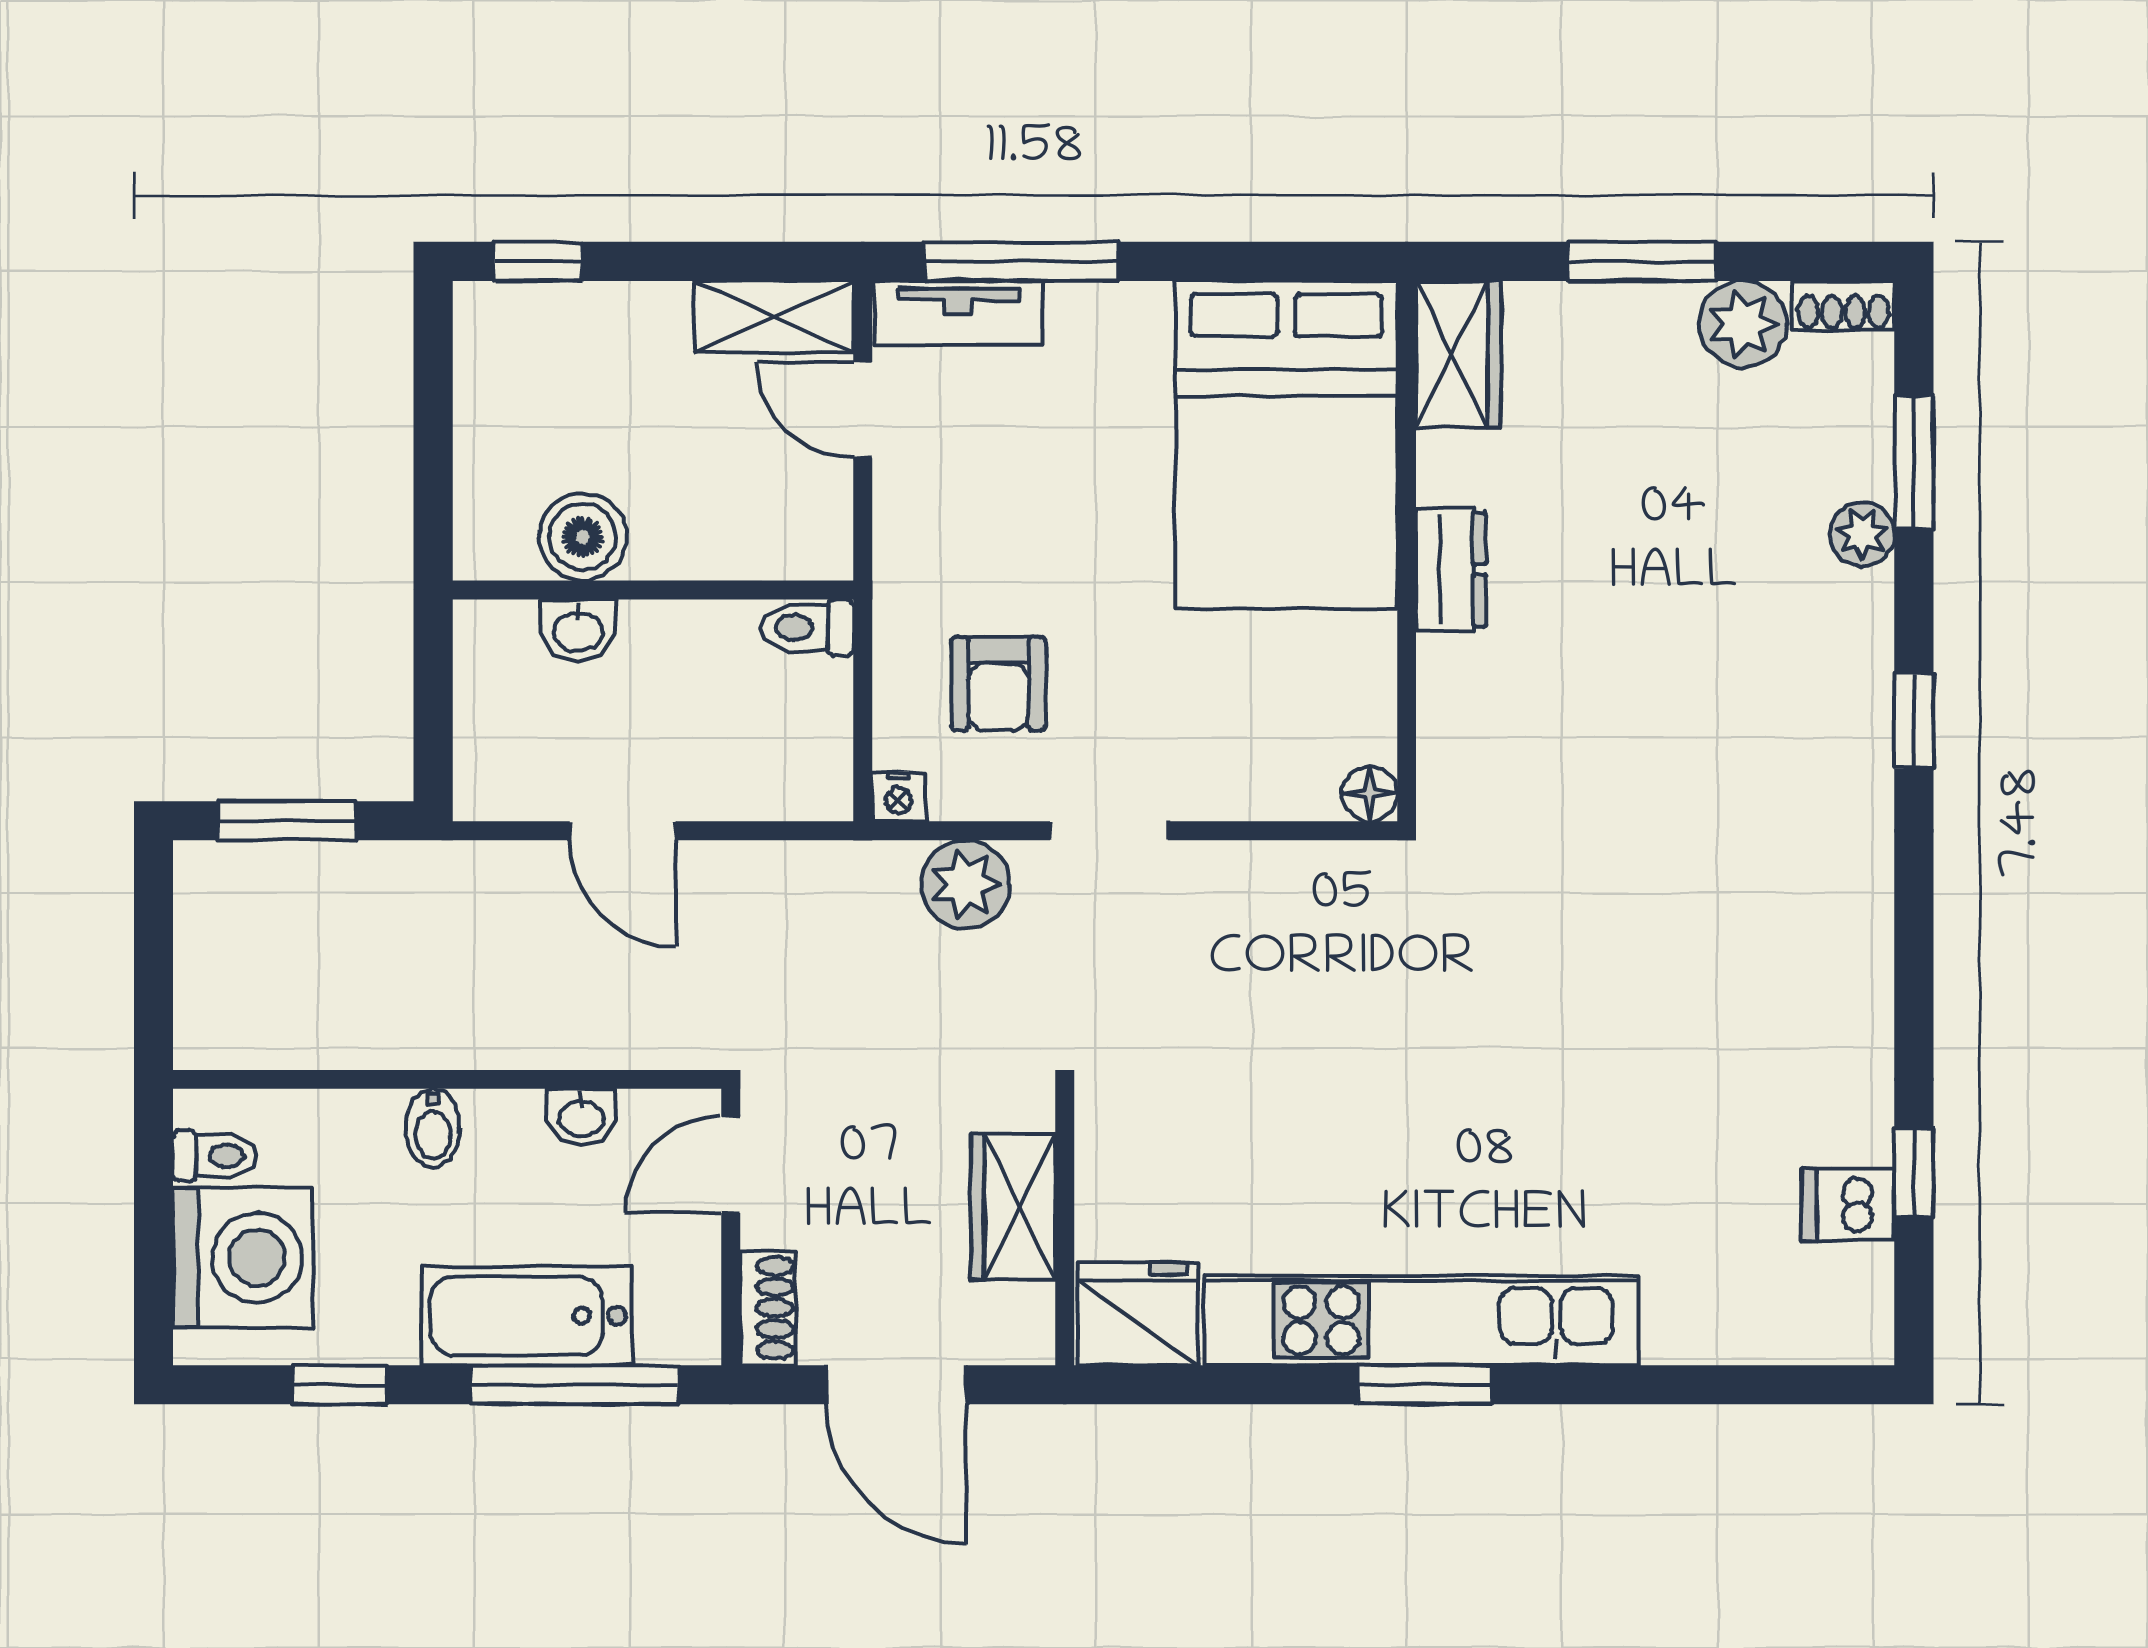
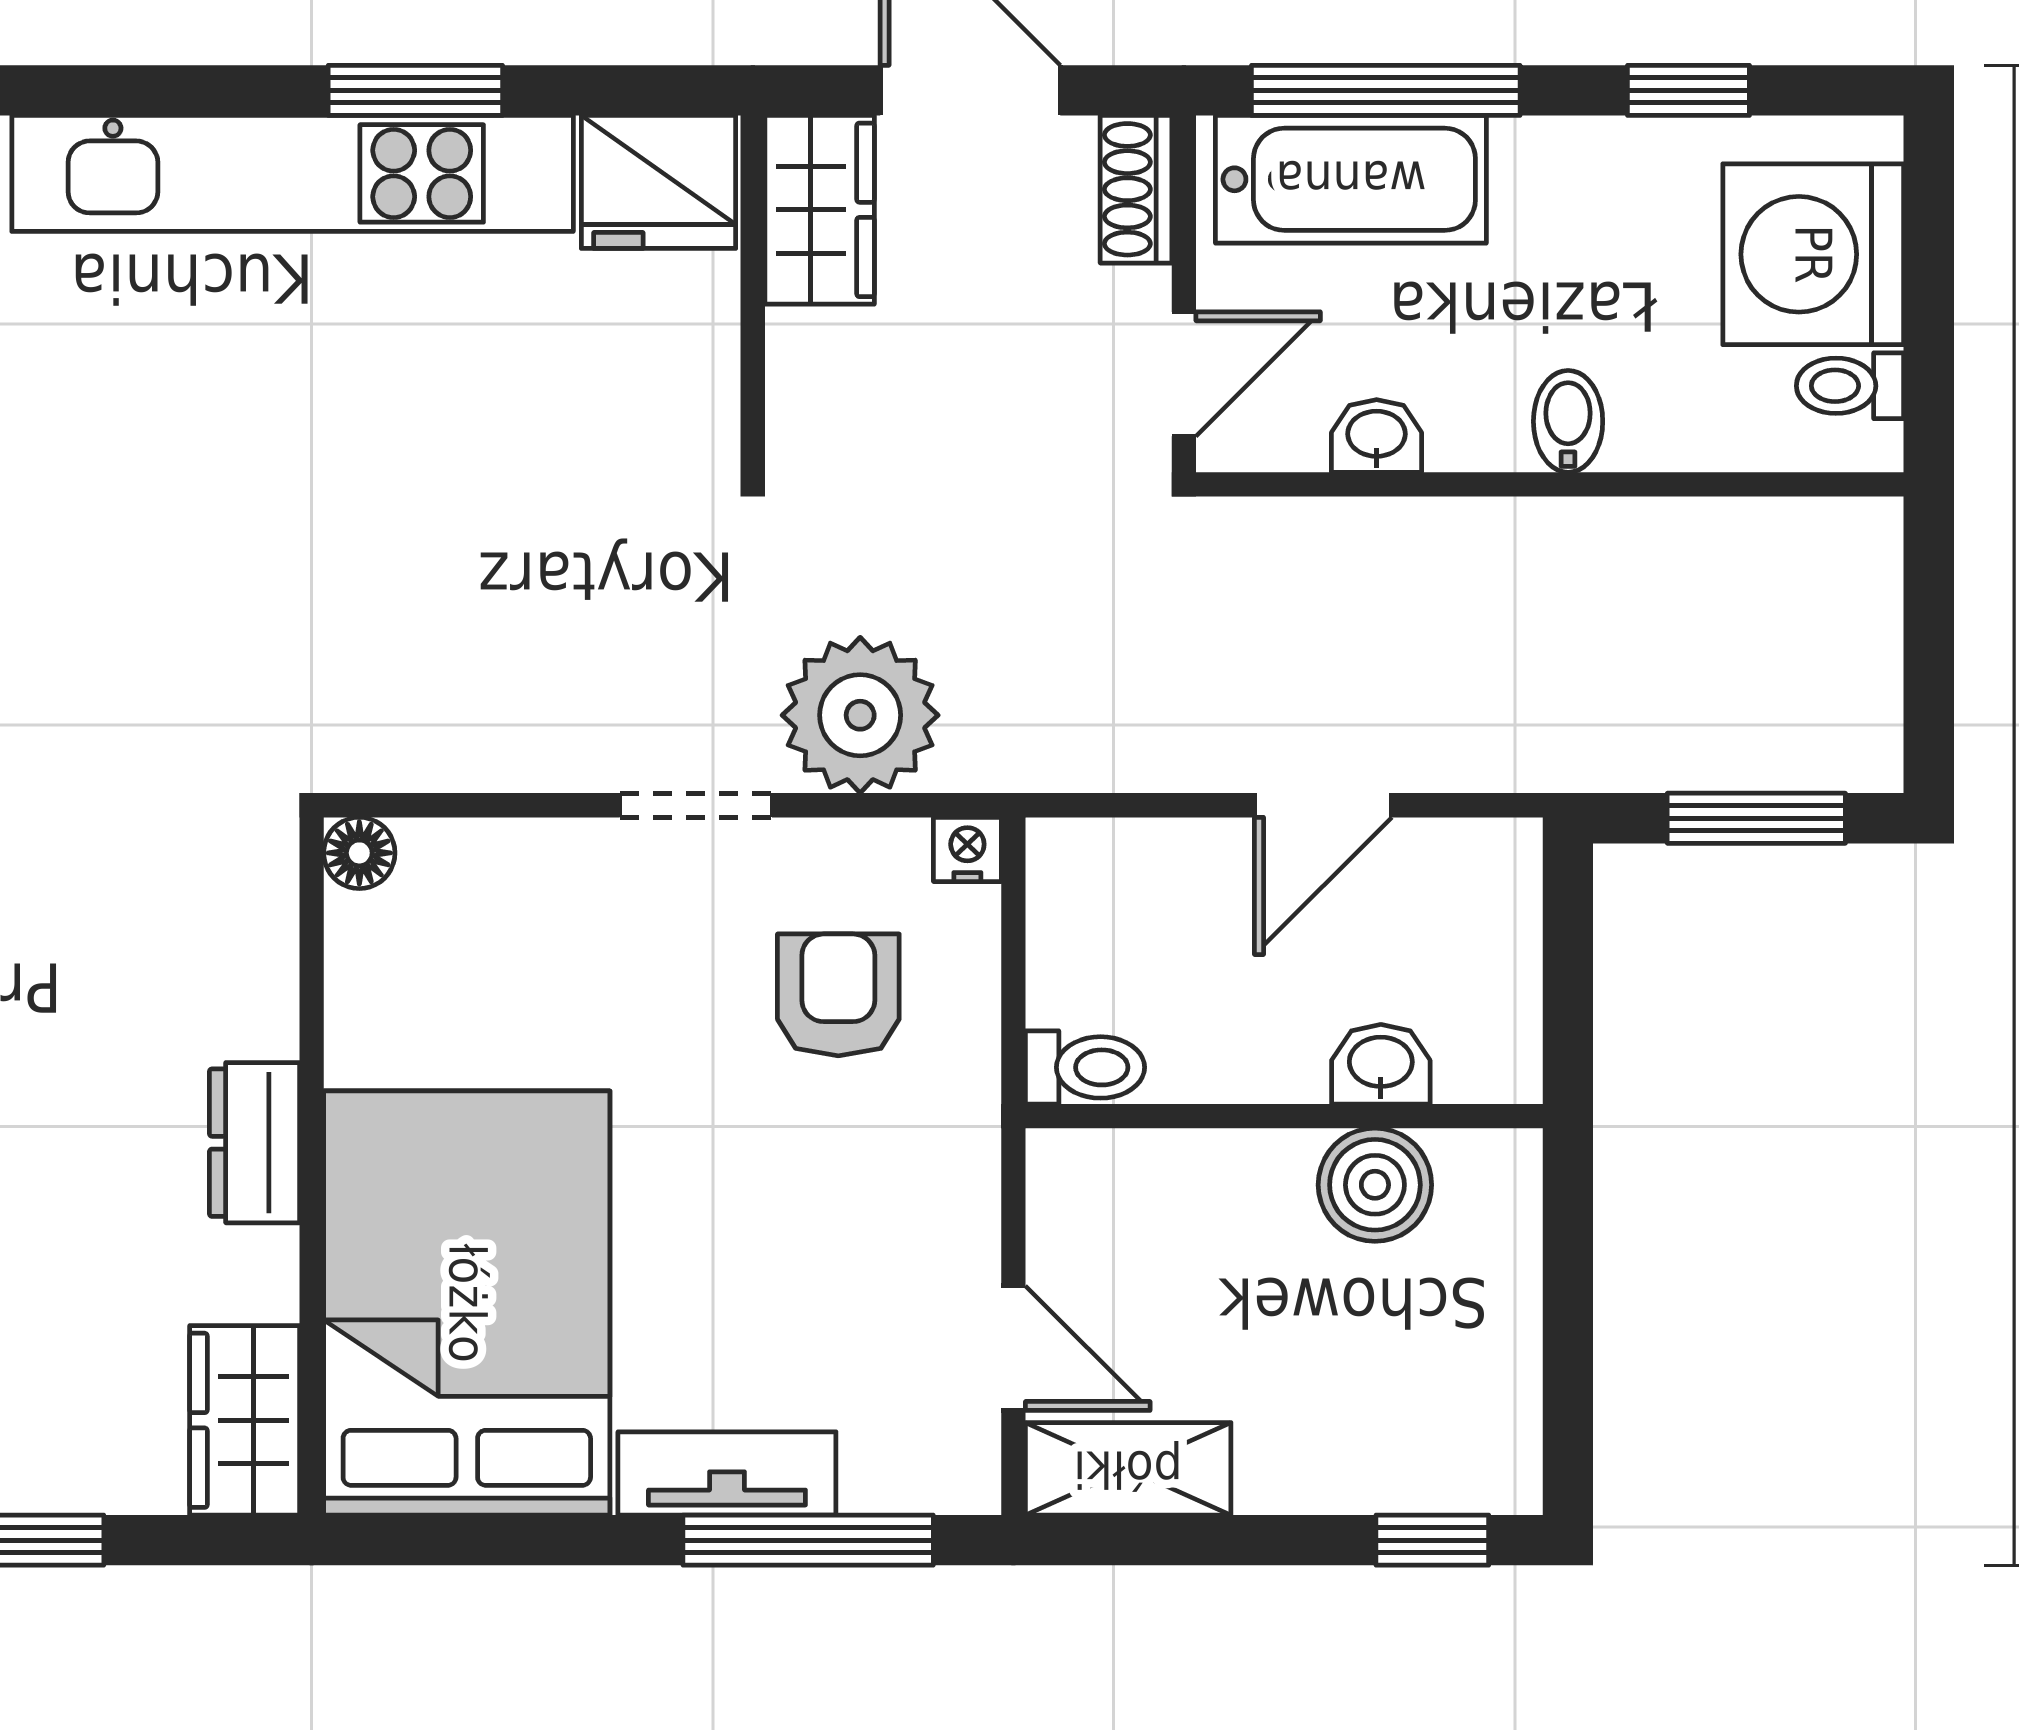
tv unit: (959, 313) -> (727, 1473), moved
door: (623, 831) -> (1323, 805), swing flipped
plant: (965, 884) -> (860, 715), width x1.36, depth x1.36
wardrobe: (1013, 1206) -> (820, 210), moved
bathtub: (527, 1316) -> (1351, 179), moved
window: (1425, 1385) -> (415, 90), moved

